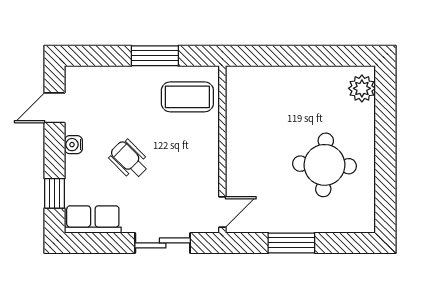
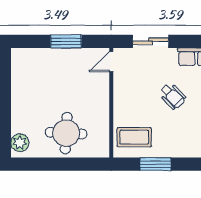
round table: (325, 165) -> (66, 133), moved

